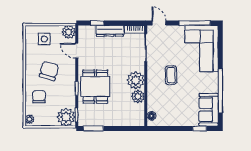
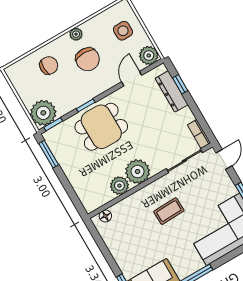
dresser: (110, 31) -> (172, 91), moved
chair: (49, 71) -> (88, 59), turned 74
plant: (30, 119) -> (76, 34), moved

